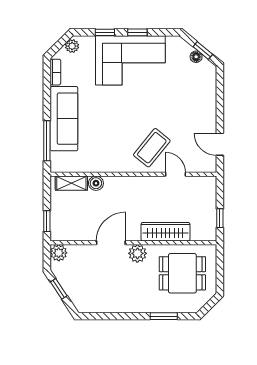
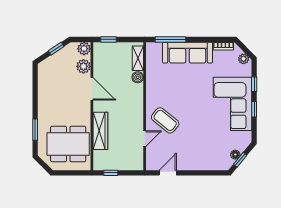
plant: (137, 253) -> (83, 66), moved
dining table: (182, 273) -> (68, 144), width x1.38

